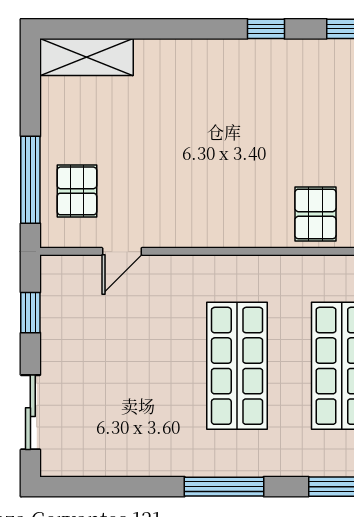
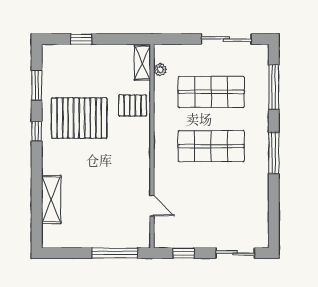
shelving: (87, 57) -> (51, 199), moved
pallet: (77, 191) -> (79, 118), moved, width x2.05, depth x2.00

